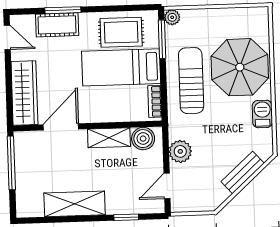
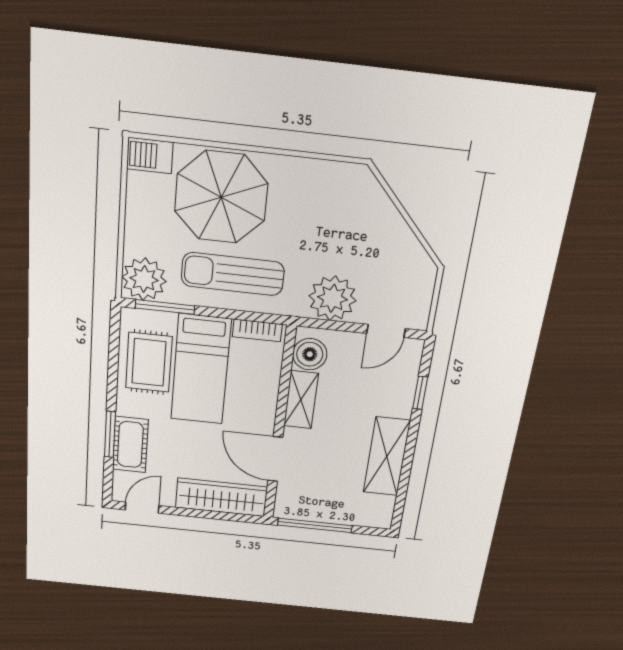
plant: (172, 17) -> (144, 279), width x1.88, depth x1.88
barbecue: (262, 114) -> (150, 156), moved
plant: (180, 151) -> (332, 298), width x1.36, depth x1.36
bench: (243, 172) -> (387, 217), removed
door: (167, 186) -> (386, 331), hinge flipped

